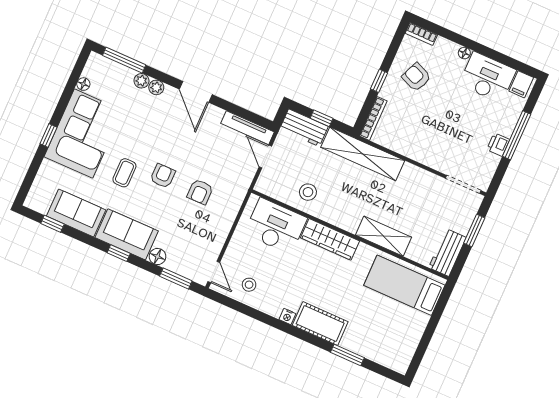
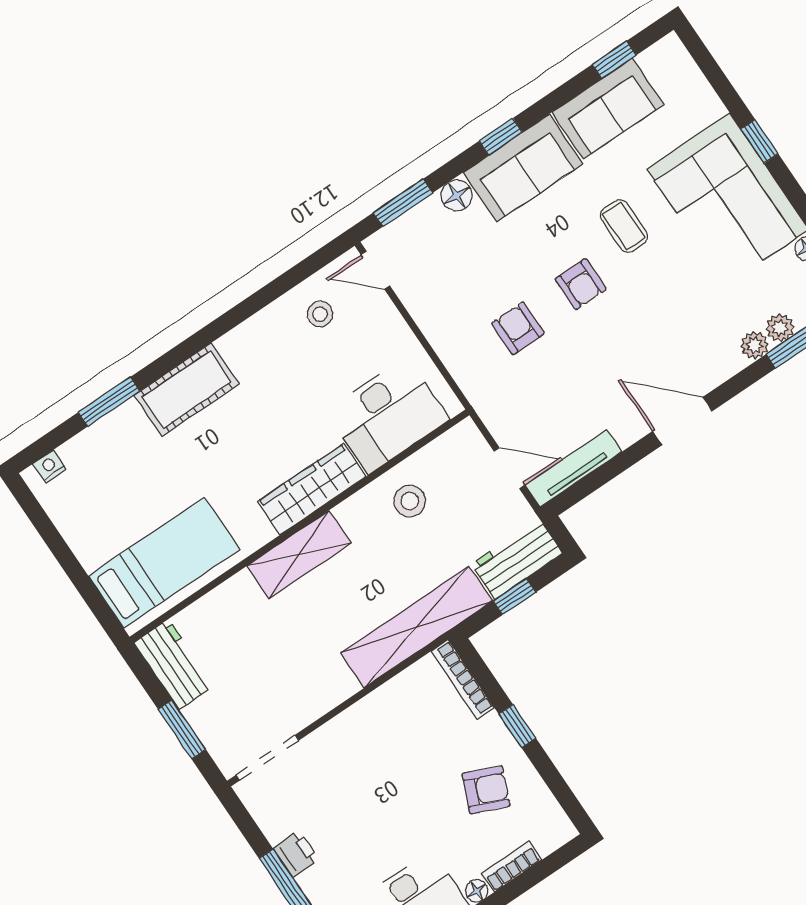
bookcase: (421, 34) -> (512, 867), moved
plant: (156, 87) -> (780, 328), moved
shelving: (384, 236) -> (299, 554), moved
nightstand: (287, 317) -> (50, 466), moved

